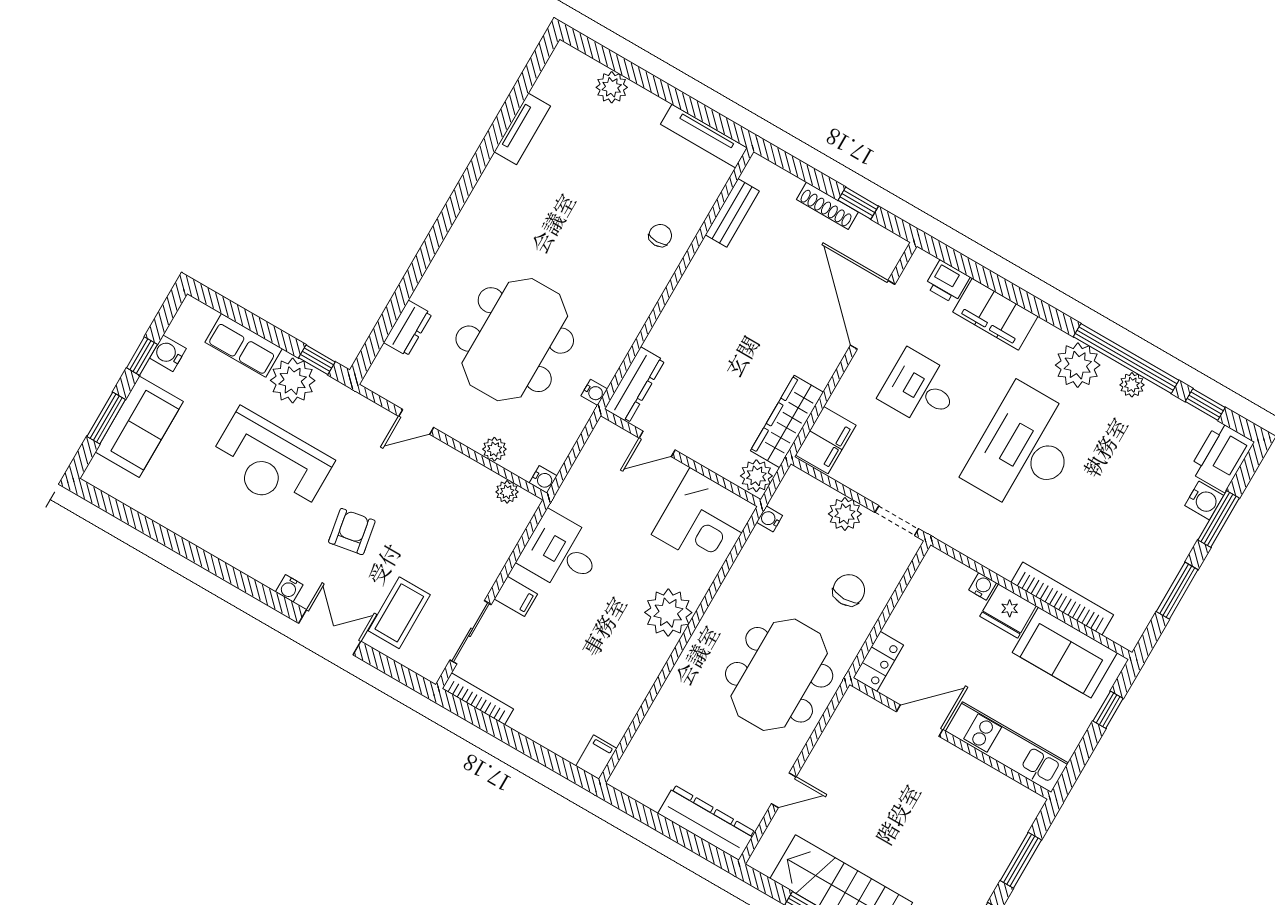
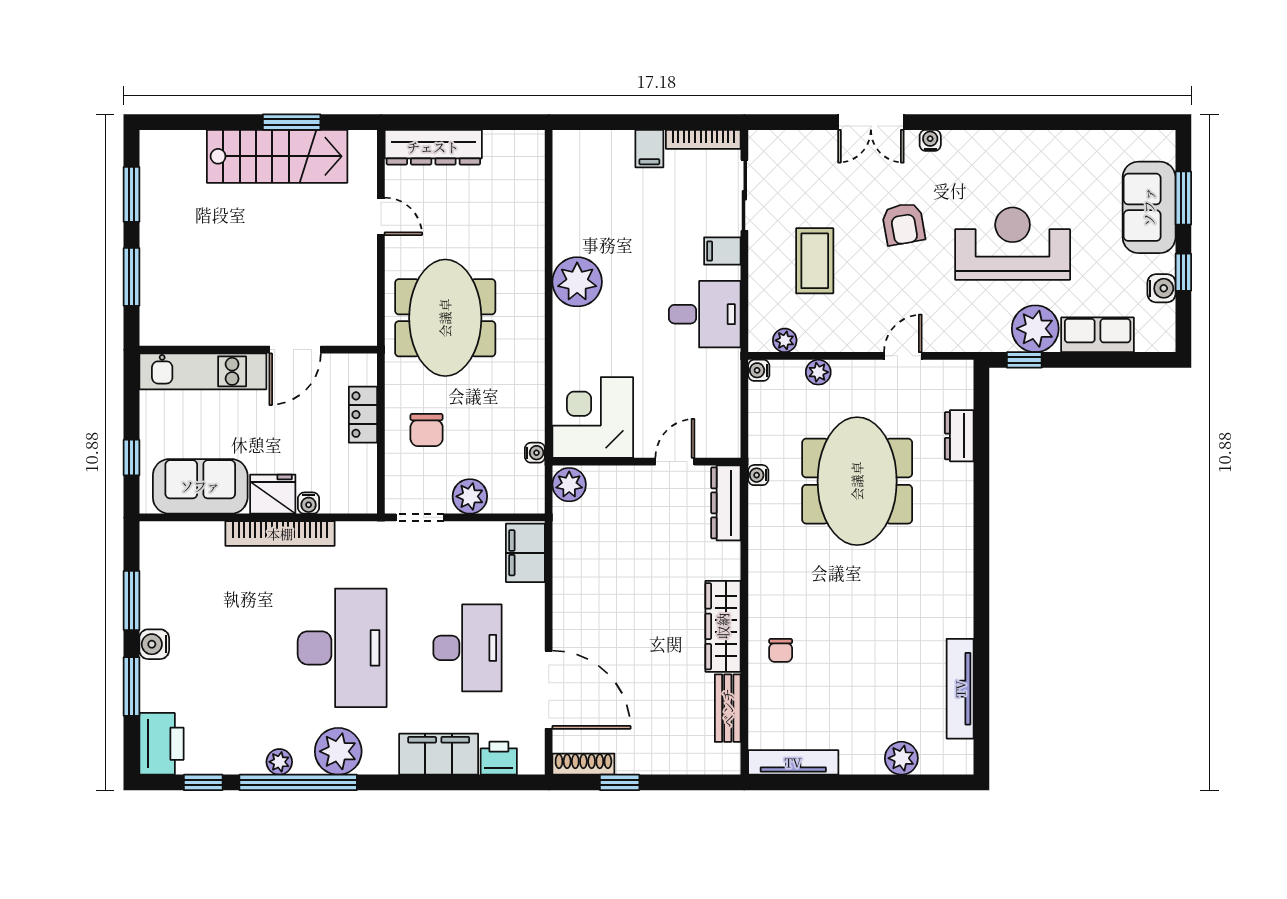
tv unit: (522, 129) -> (960, 689), width x1.41
shoe rack: (827, 206) -> (583, 764), moved
desk: (920, 389) -> (468, 648), width x1.37
wardrobe: (787, 421) -> (723, 626), moved, turned 180
water cooler: (1204, 500) -> (154, 644), moved
bookcase: (1062, 599) -> (280, 534), moved
coffee table: (399, 613) -> (815, 261), moved
plant: (668, 613) -> (577, 282), moved
locker: (878, 661) -> (363, 415), moved
filing cabinet: (596, 757) -> (649, 149), moved
door: (784, 790) -> (381, 216), swing flipped

